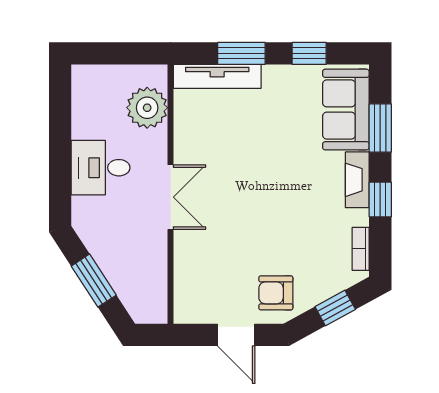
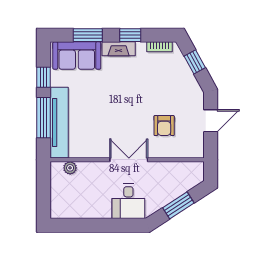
window: (241, 53) -> (43, 118), width x1.44
tv unit: (217, 76) -> (59, 123), width x1.36, depth x1.29
plant: (147, 108) -> (70, 168), width x0.53, depth x0.53
desk: (101, 168) -> (128, 201), moved
armchair: (276, 293) -> (164, 126), moved

